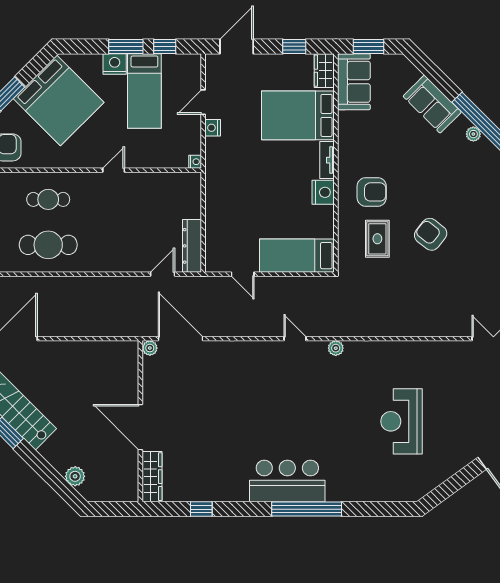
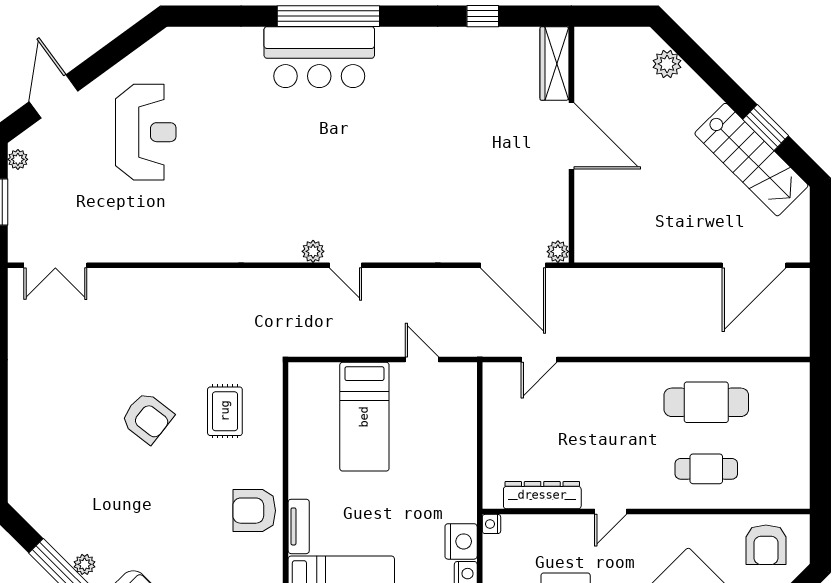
nightstand: (323, 192) -> (461, 541), moved, turned 180
armchair: (372, 192) -> (254, 511), moved
dresser: (192, 246) -> (542, 495), moved, turned -90
bed: (297, 256) -> (364, 417), moved, turned 90
plant: (336, 348) -> (313, 251), moved
reception desk: (402, 421) -> (146, 132), moved
bar counter: (287, 481) -> (319, 57), moved

